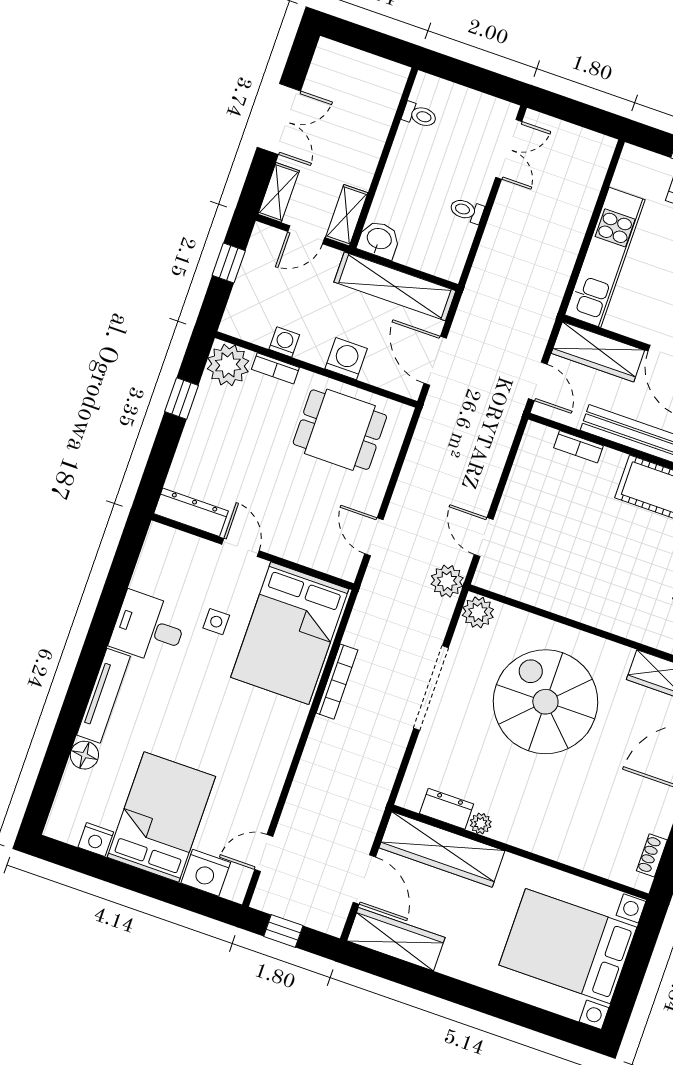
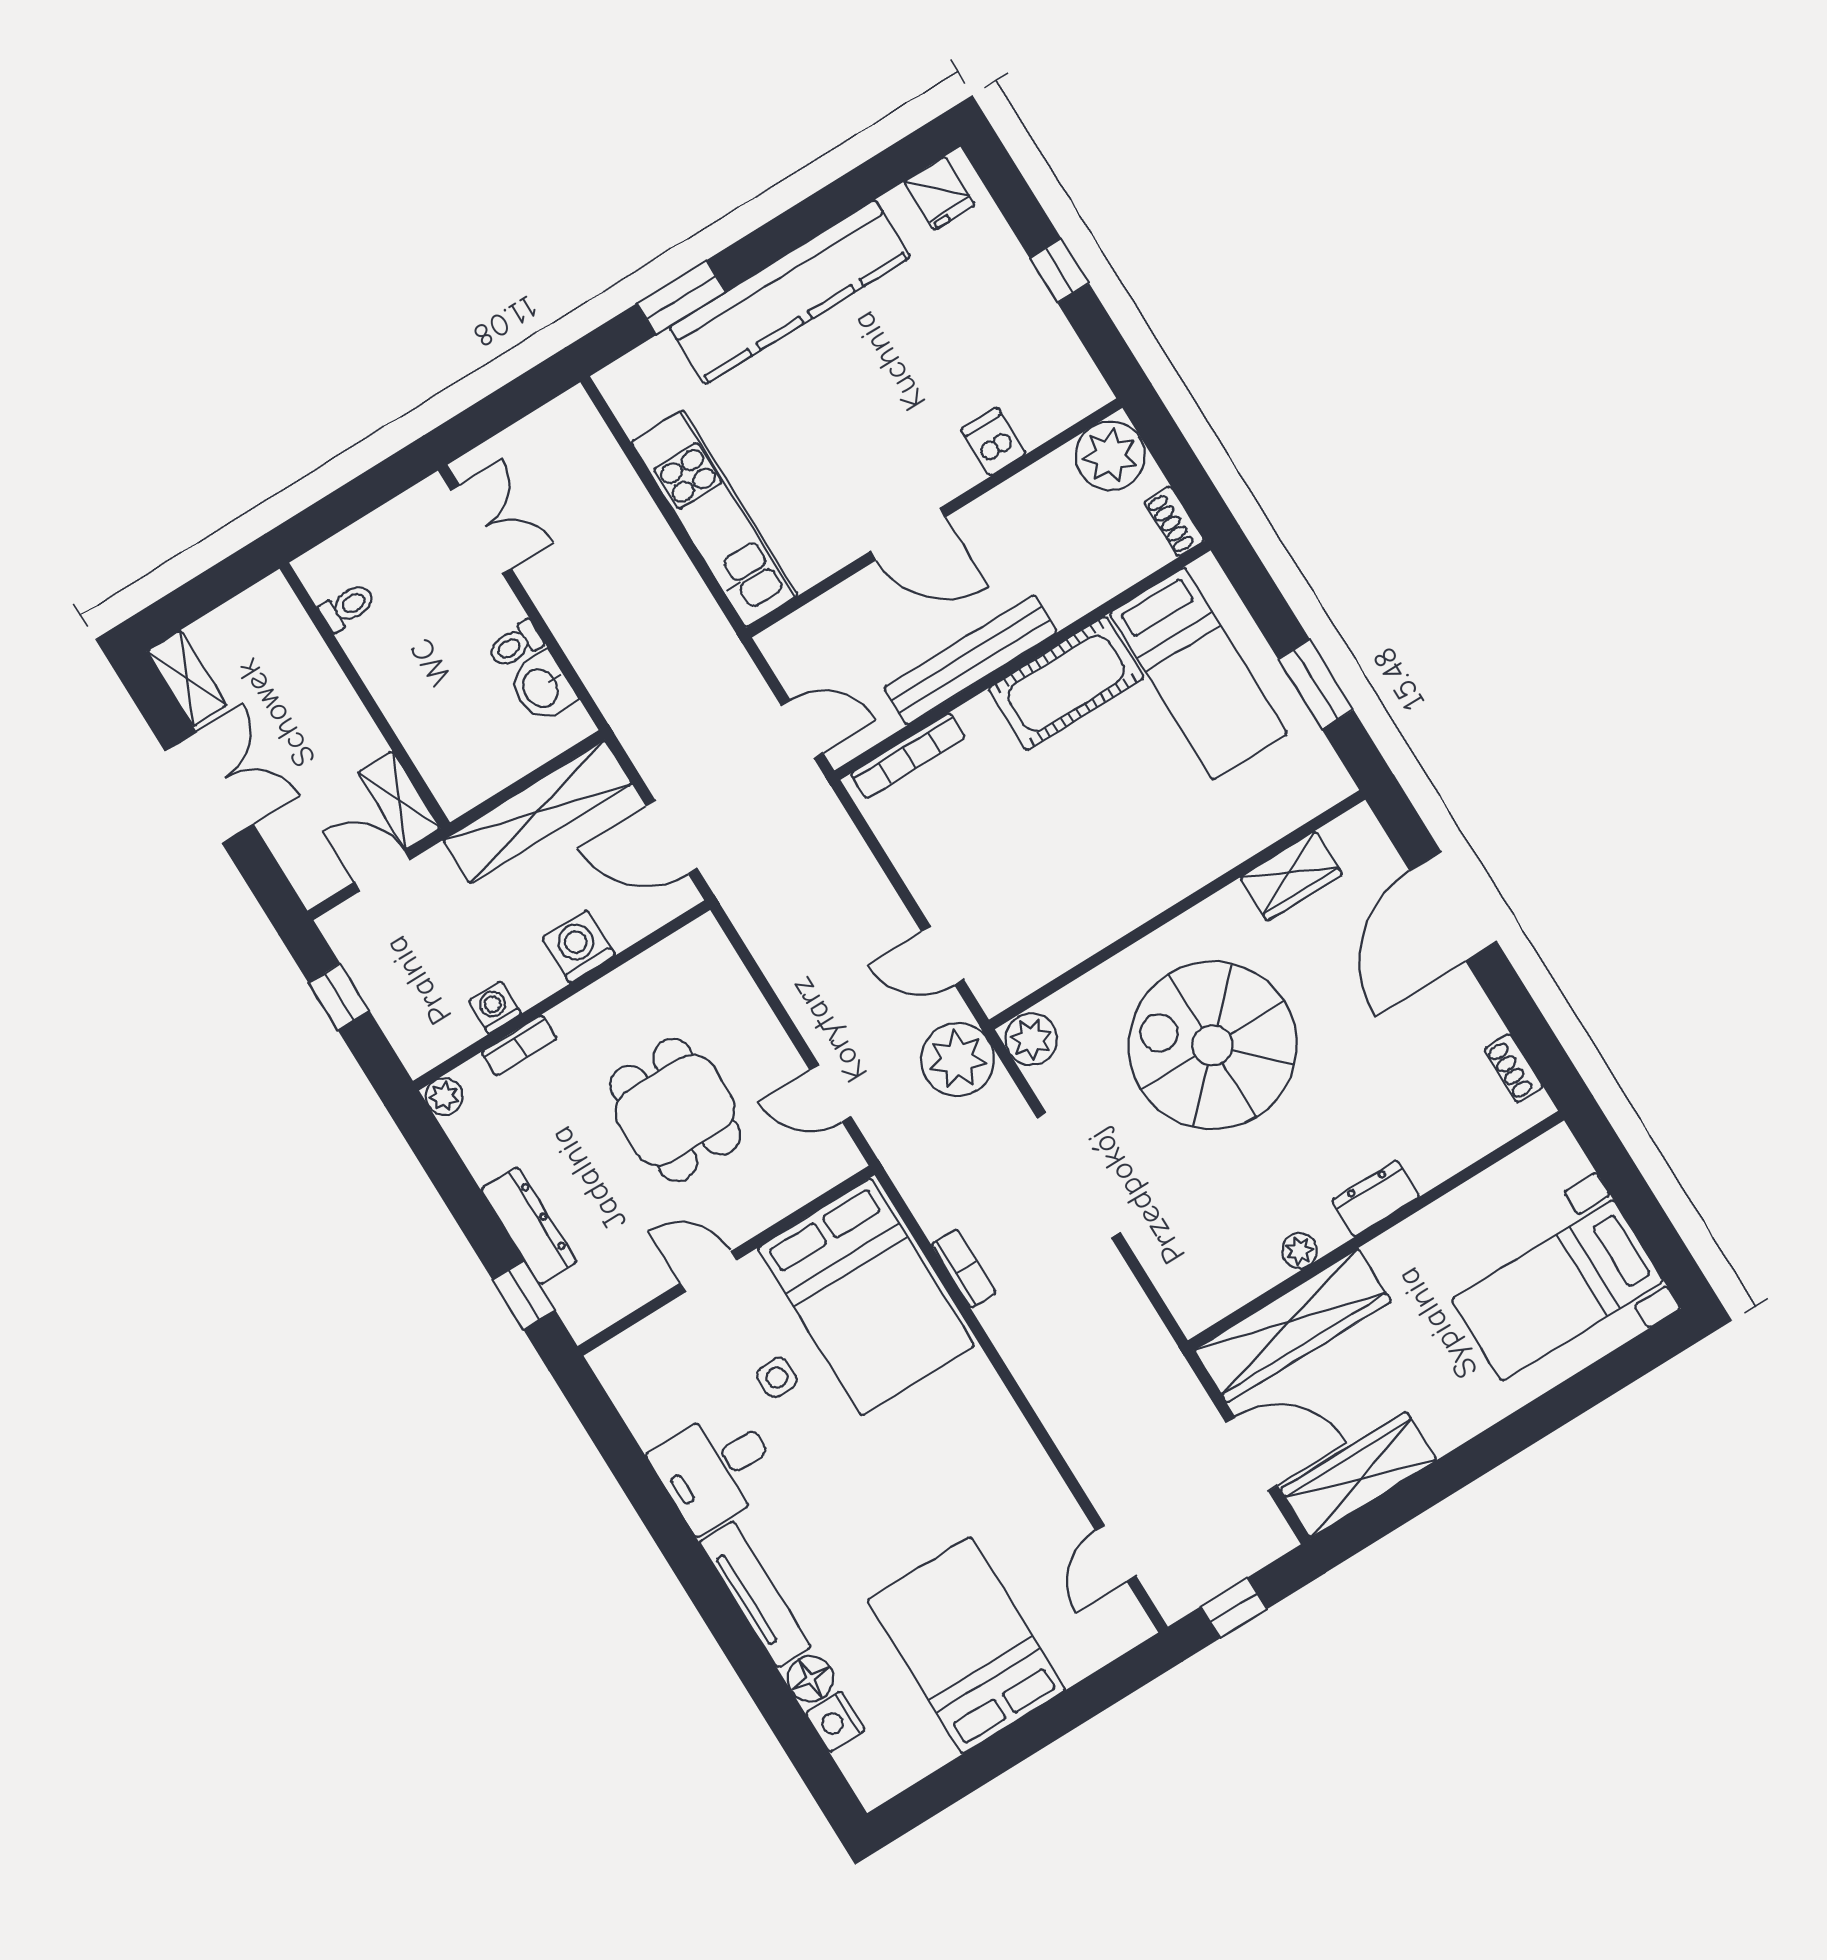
shelving: (279, 192) -> (187, 678), moved
door: (306, 235) -> (382, 871), swing flipped
washbasin: (379, 240) -> (542, 687), moved, turned -90
wardrobe: (598, 352) -> (826, 623), removed
plant: (228, 365) -> (444, 1096), width x0.53, depth x0.53
window: (182, 398) -> (524, 1295), moved
dining table: (340, 430) -> (675, 1110), moved, turned 90
bookcase: (579, 447) -> (908, 756), width x1.56
dresser: (191, 512) -> (529, 1226), moved, turned 90
plant: (447, 581) -> (958, 1060), width x1.36, depth x1.36
bookcase: (337, 682) -> (964, 1269), width x0.64
dresser: (447, 809) -> (1376, 1198), moved
nightstand: (96, 840) -> (835, 1722), moved, turned 90
nightstand: (206, 873) -> (1082, 1646), removed
bed with nightstands: (568, 946) -> (1557, 1290), width x0.73

